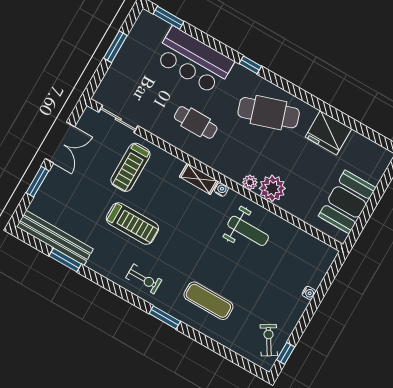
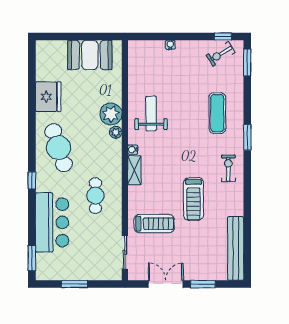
treadmill: (132, 224) -> (193, 199), turned 180
window: (65, 260) -> (247, 62), moved

